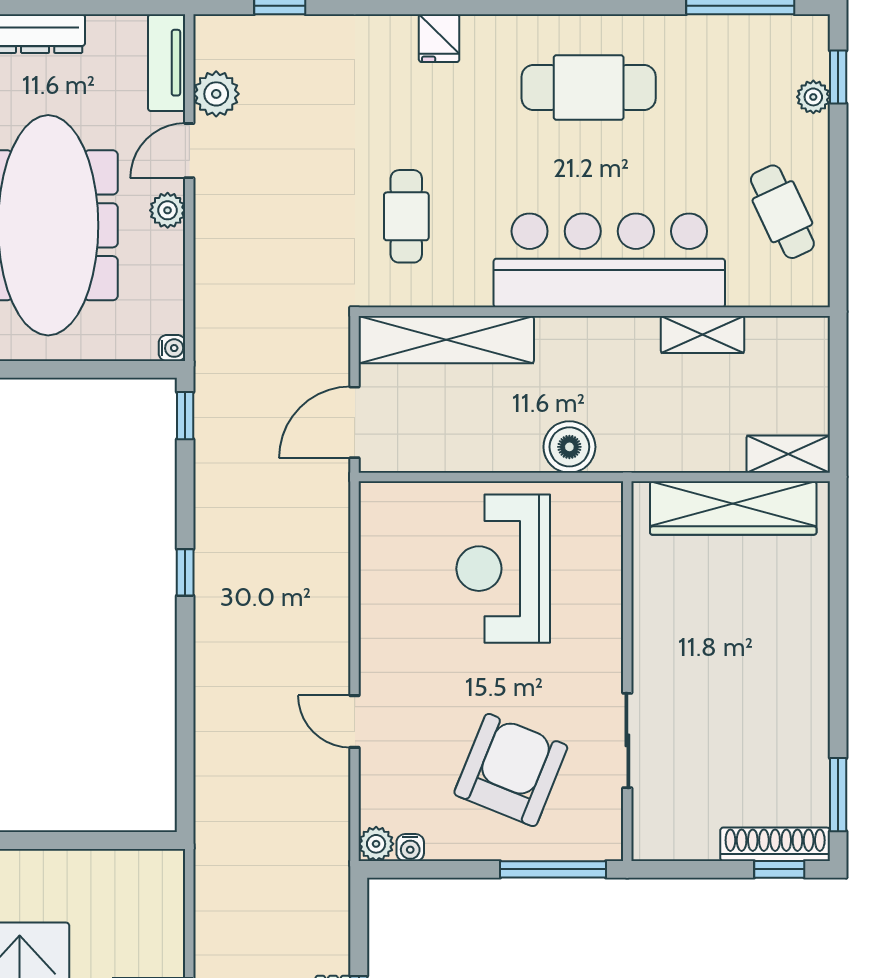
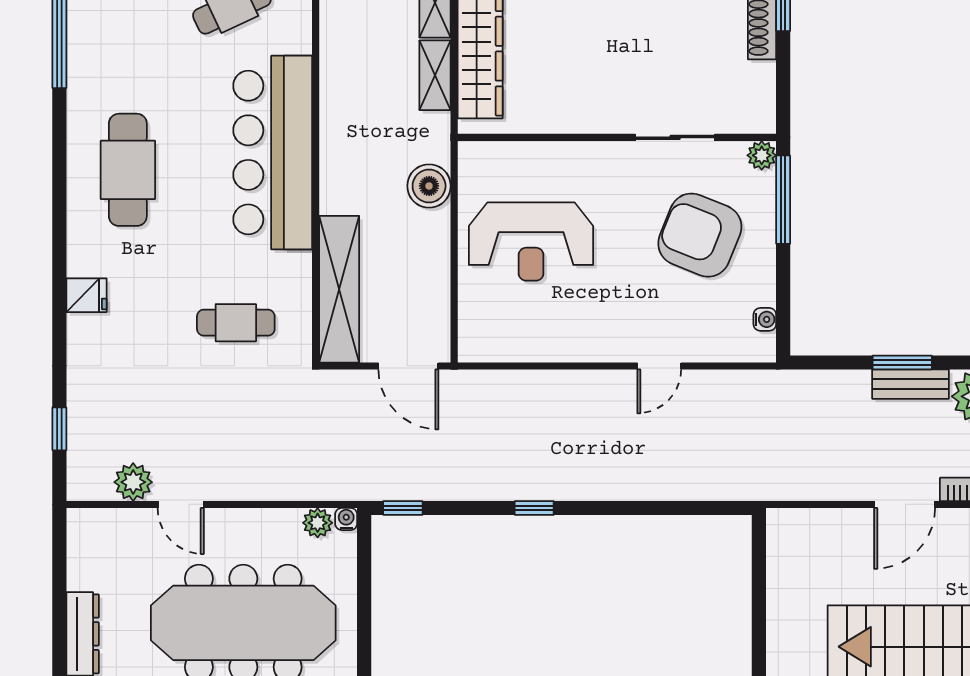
tv unit: (167, 63) -> (107, 523), removed
plant: (168, 210) -> (318, 523), moved
shelving: (703, 334) -> (435, 75), moved
plant: (376, 844) -> (762, 155), moved

